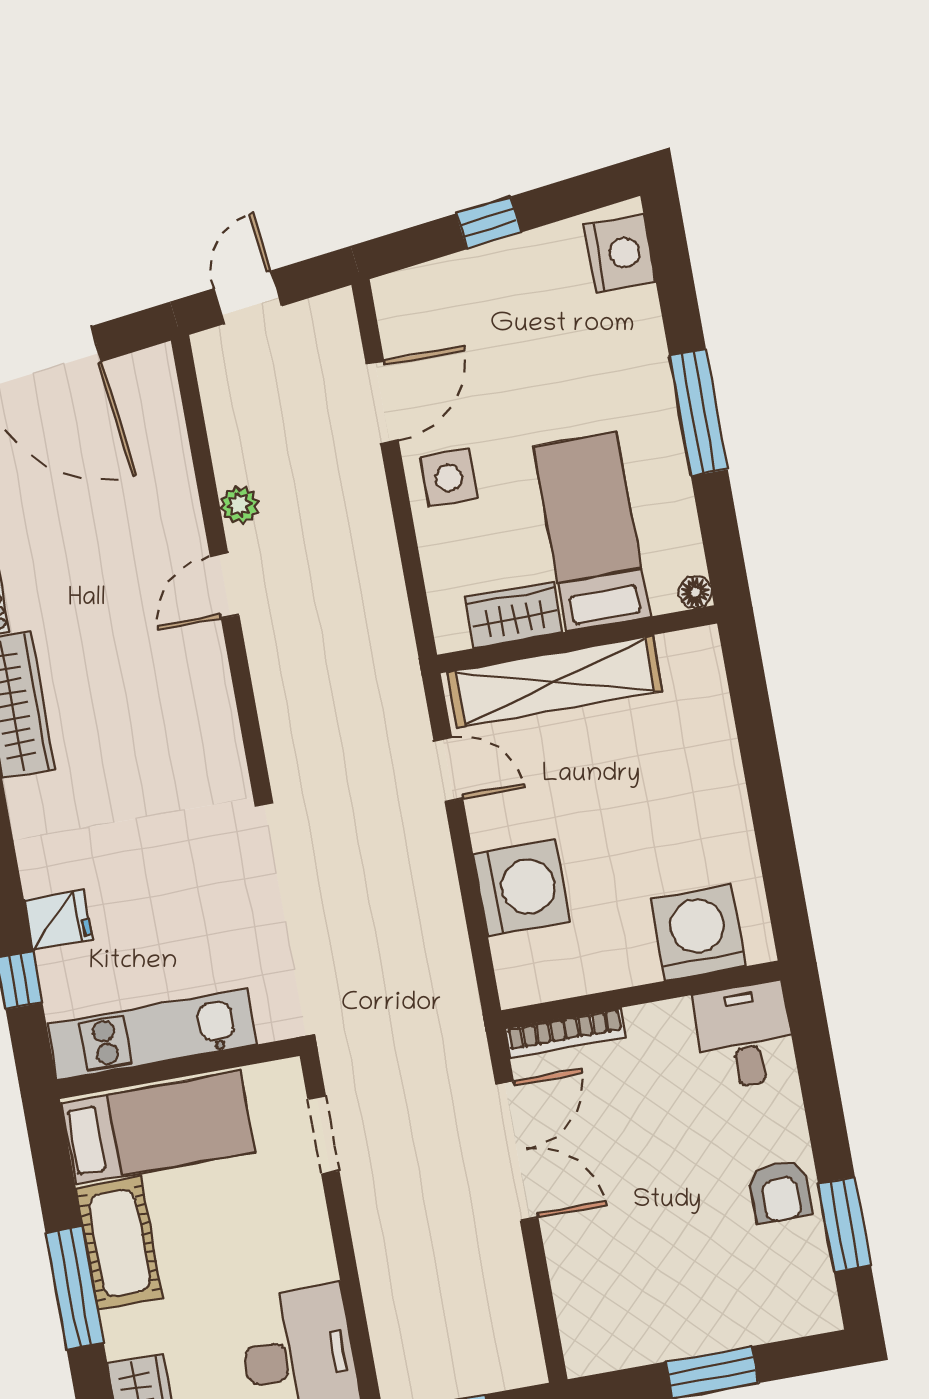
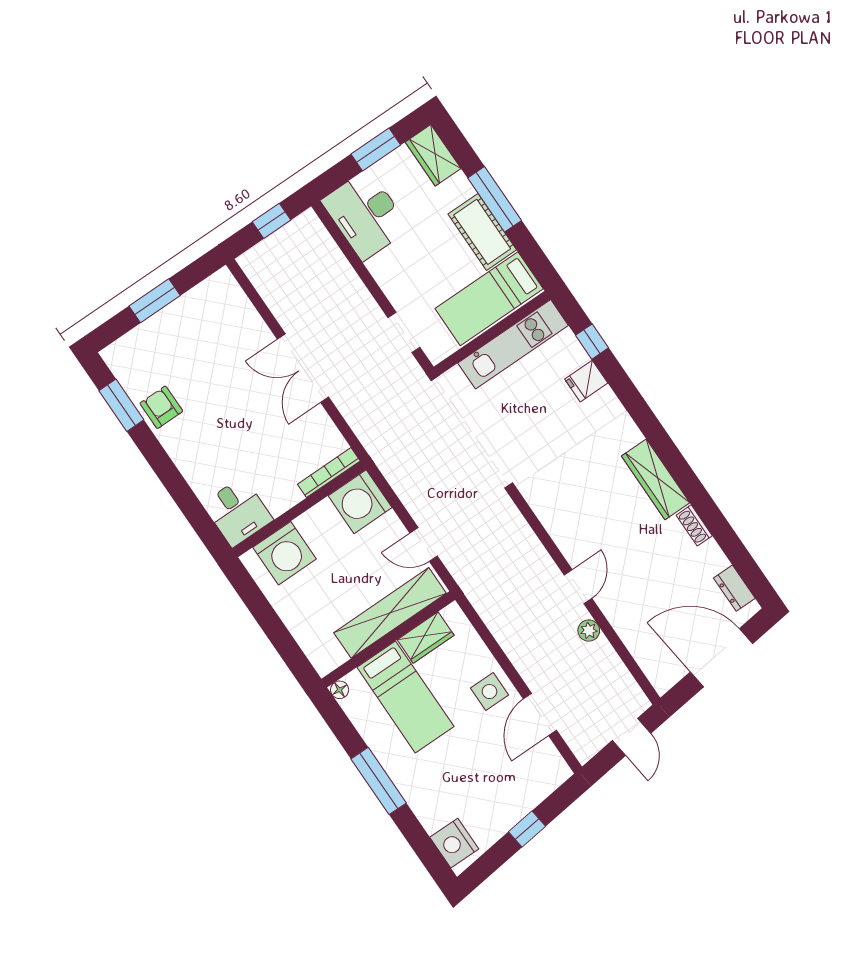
washing machine: (698, 933) -> (285, 553), moved
wall: (641, 995) -> (299, 509), moved
bookcase: (565, 1033) -> (329, 473), moved
desk: (745, 1036) -> (238, 512), moved

